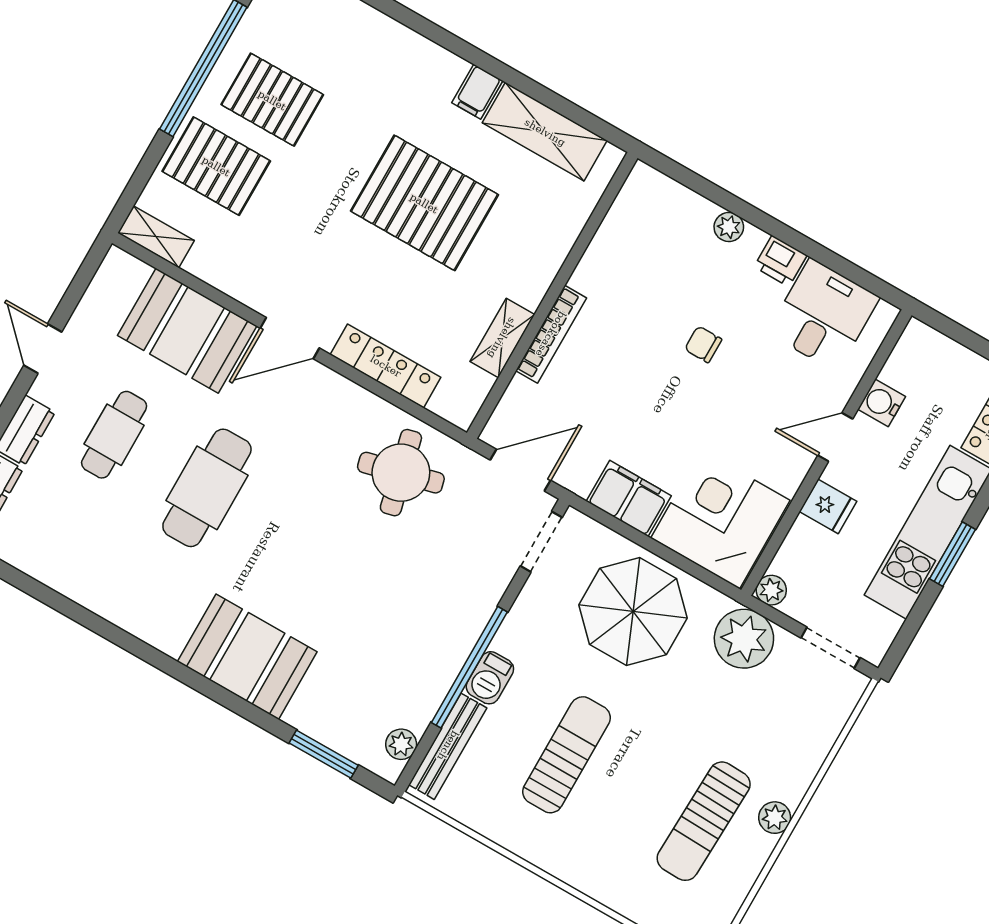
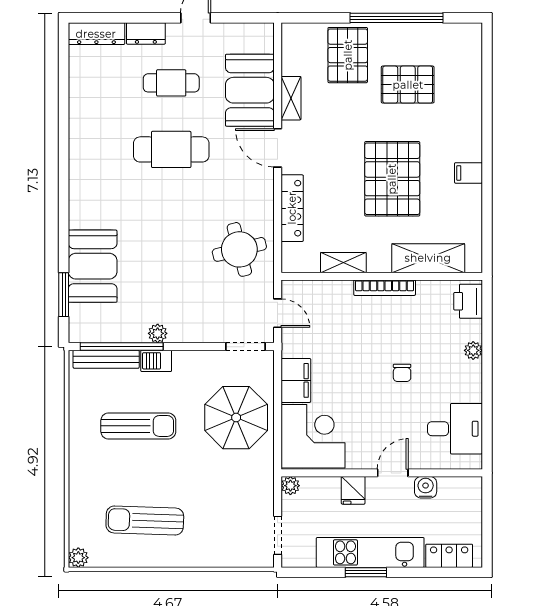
pallet: (272, 100) -> (408, 85), moved, turned 90
shelving: (545, 132) -> (428, 258), moved, turned 90
shelving: (156, 237) -> (291, 98), moved
printer: (781, 261) -> (468, 301), moved, width x1.36, depth x1.24
bookcase: (551, 334) -> (385, 288), moved
chair: (703, 344) -> (402, 373), turned 180
door: (835, 437) -> (393, 473), hinge flipped
door: (520, 470) -> (278, 313), width x0.73
plant: (744, 639) -> (256, 486), removed
booth: (247, 657) -> (93, 266), moved
window: (469, 667) -> (122, 347), moved
plant: (401, 744) -> (158, 333), moved
plant: (775, 818) -> (169, 558), removed

